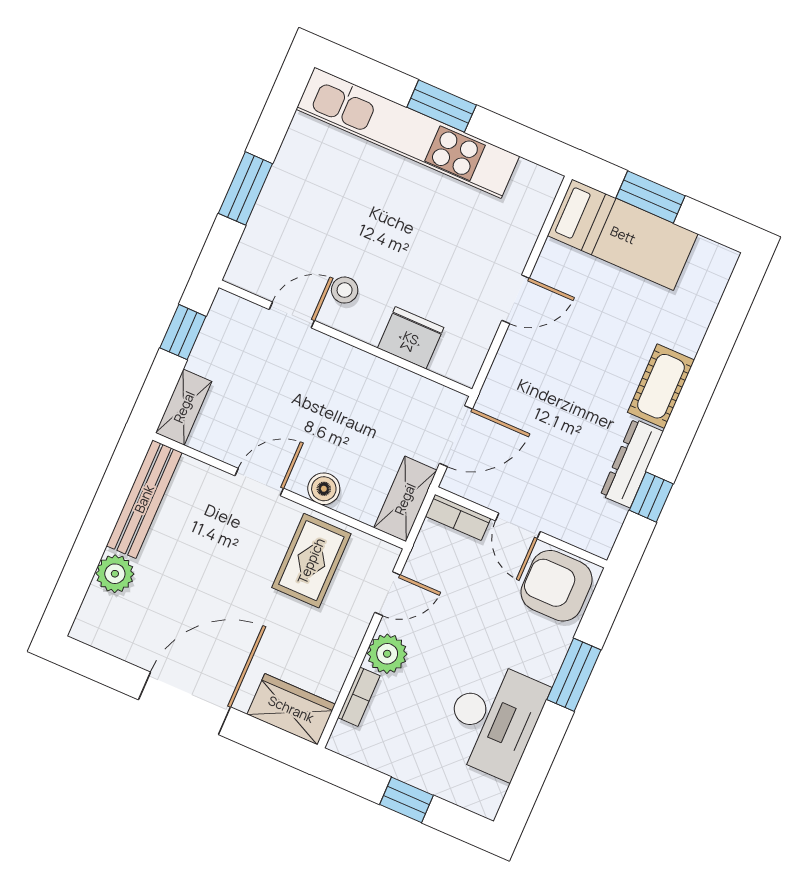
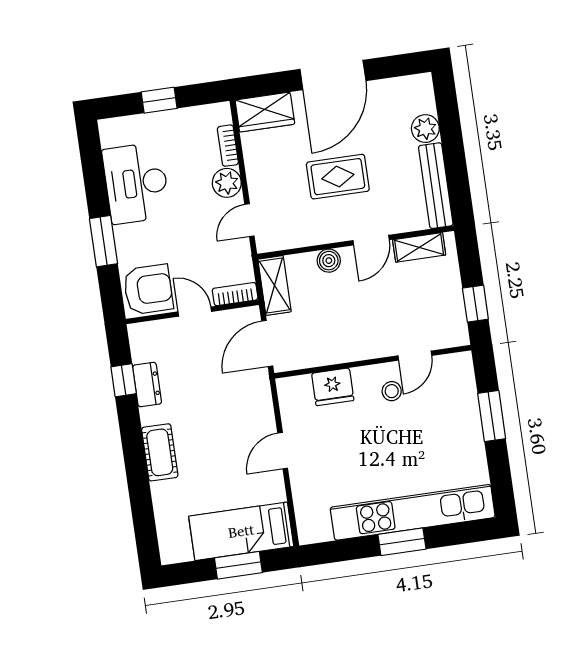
shelving: (184, 407) -> (419, 247), moved, turned 90
dresser: (632, 463) -> (147, 385), width x0.70
rug: (311, 561) -> (338, 177), moved, turned 90

